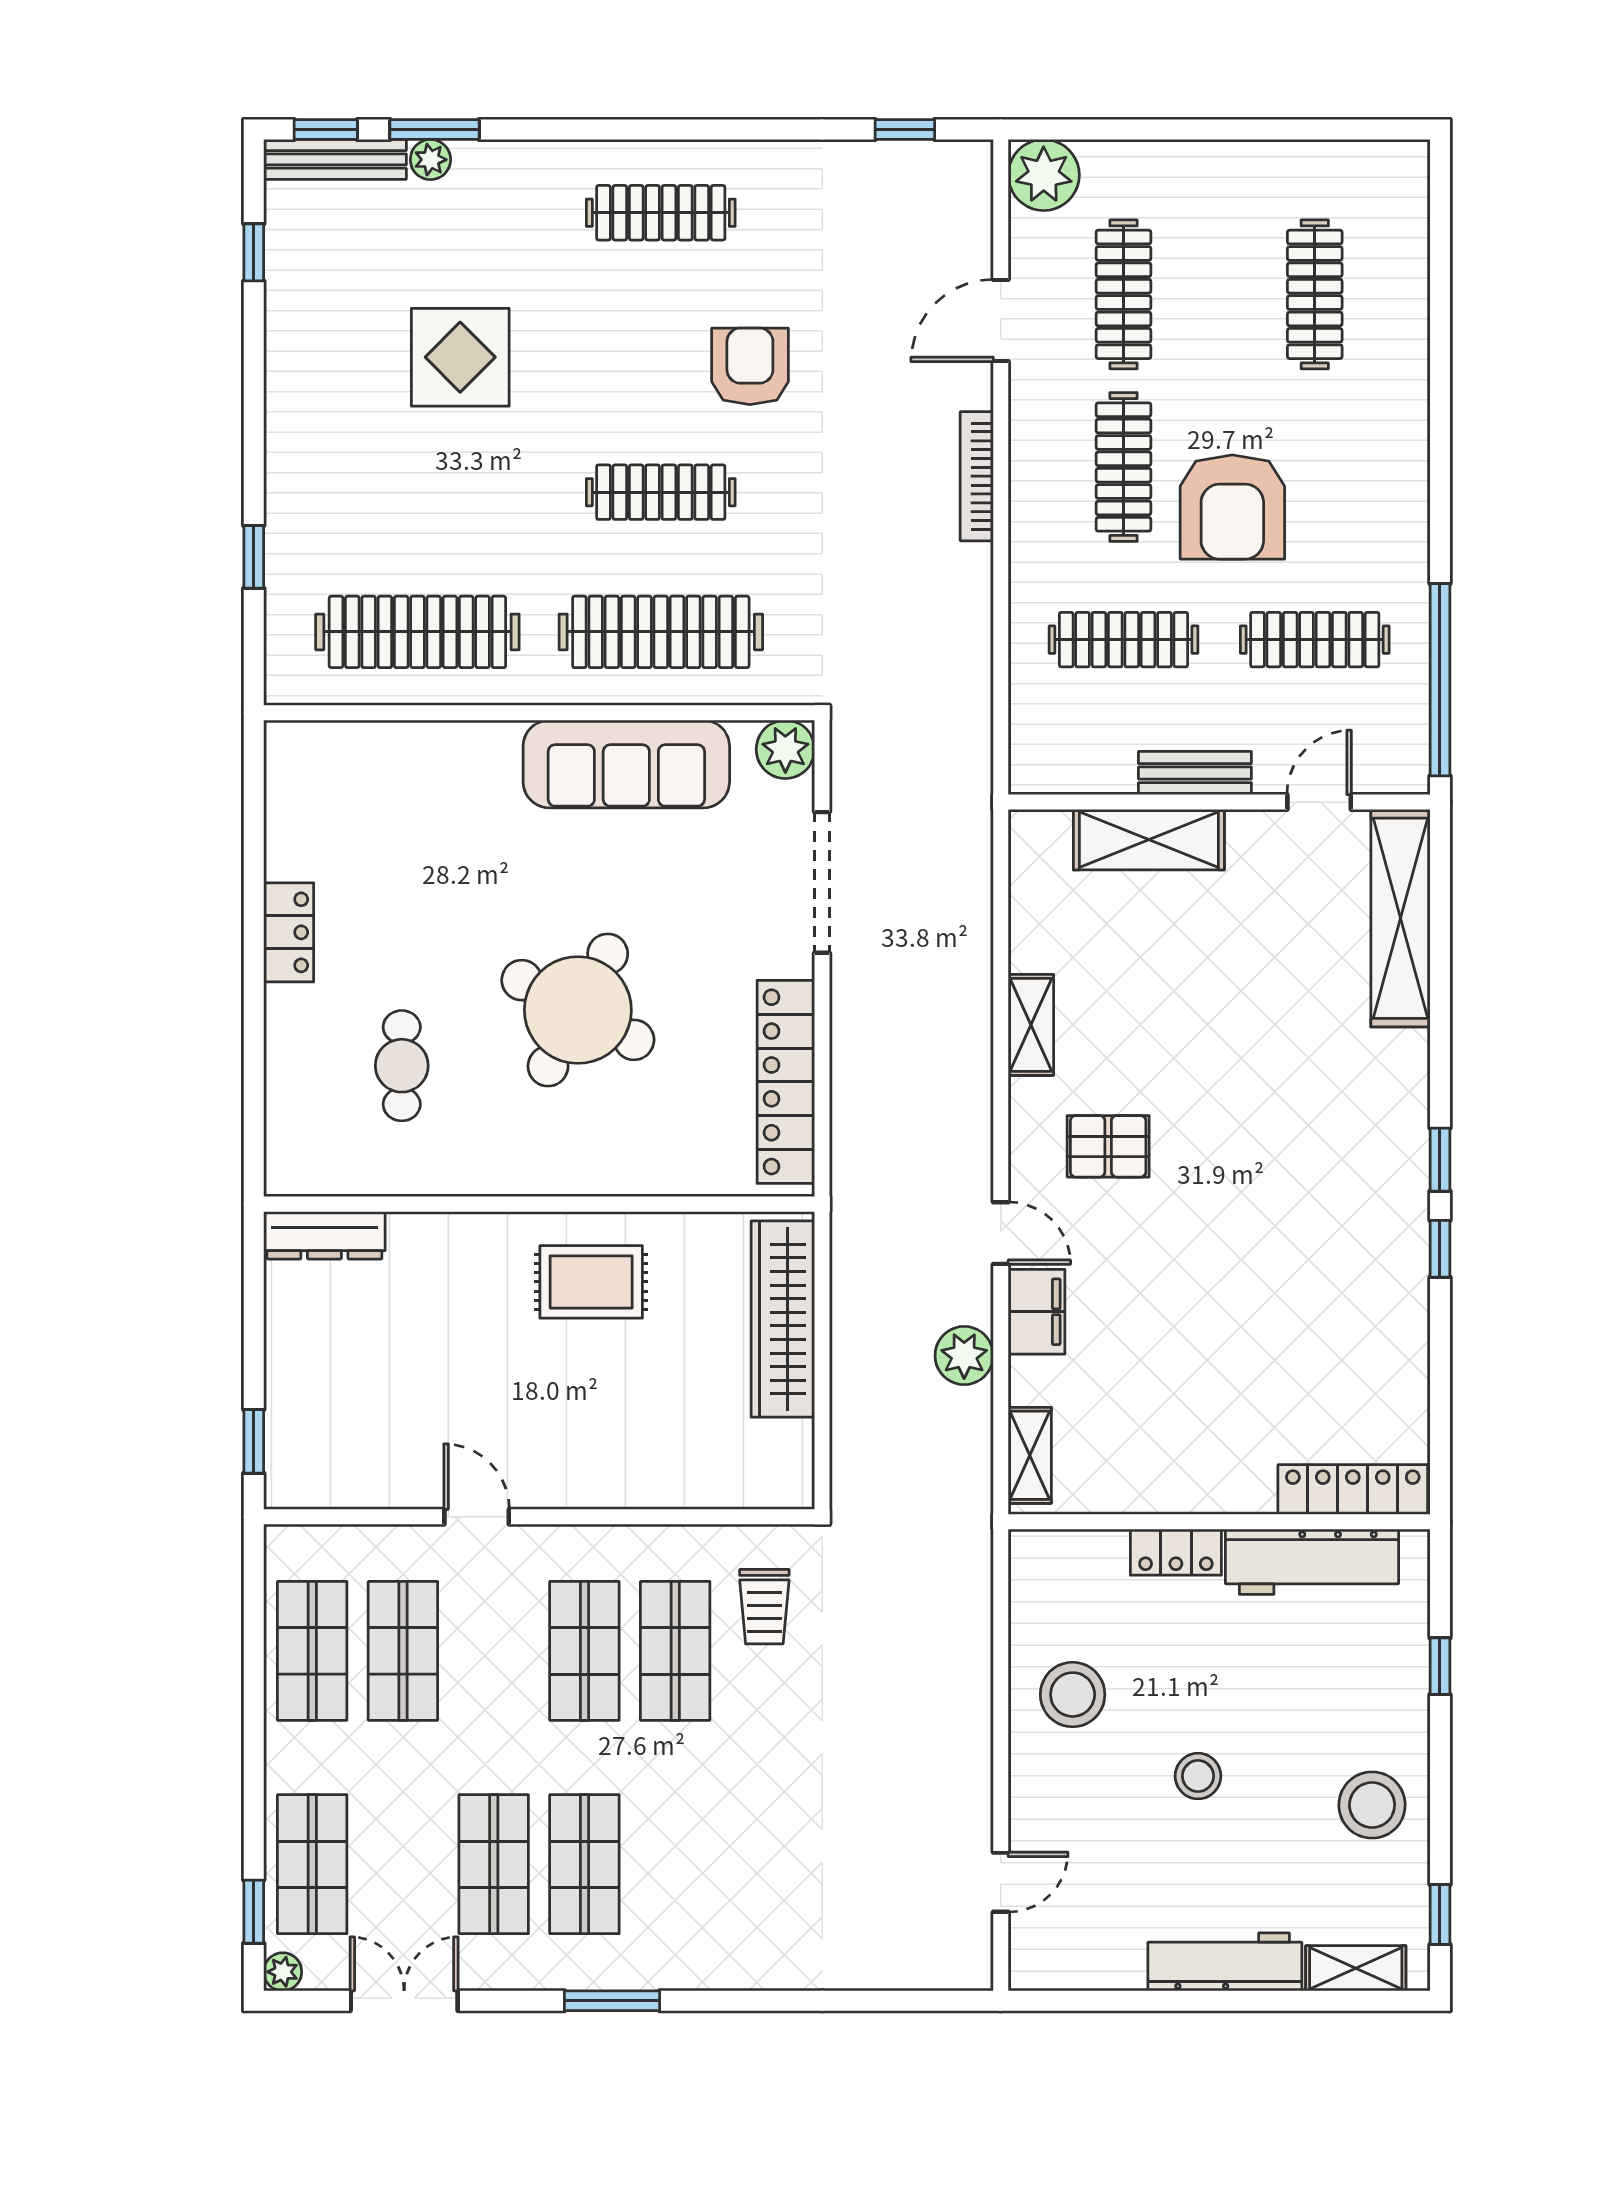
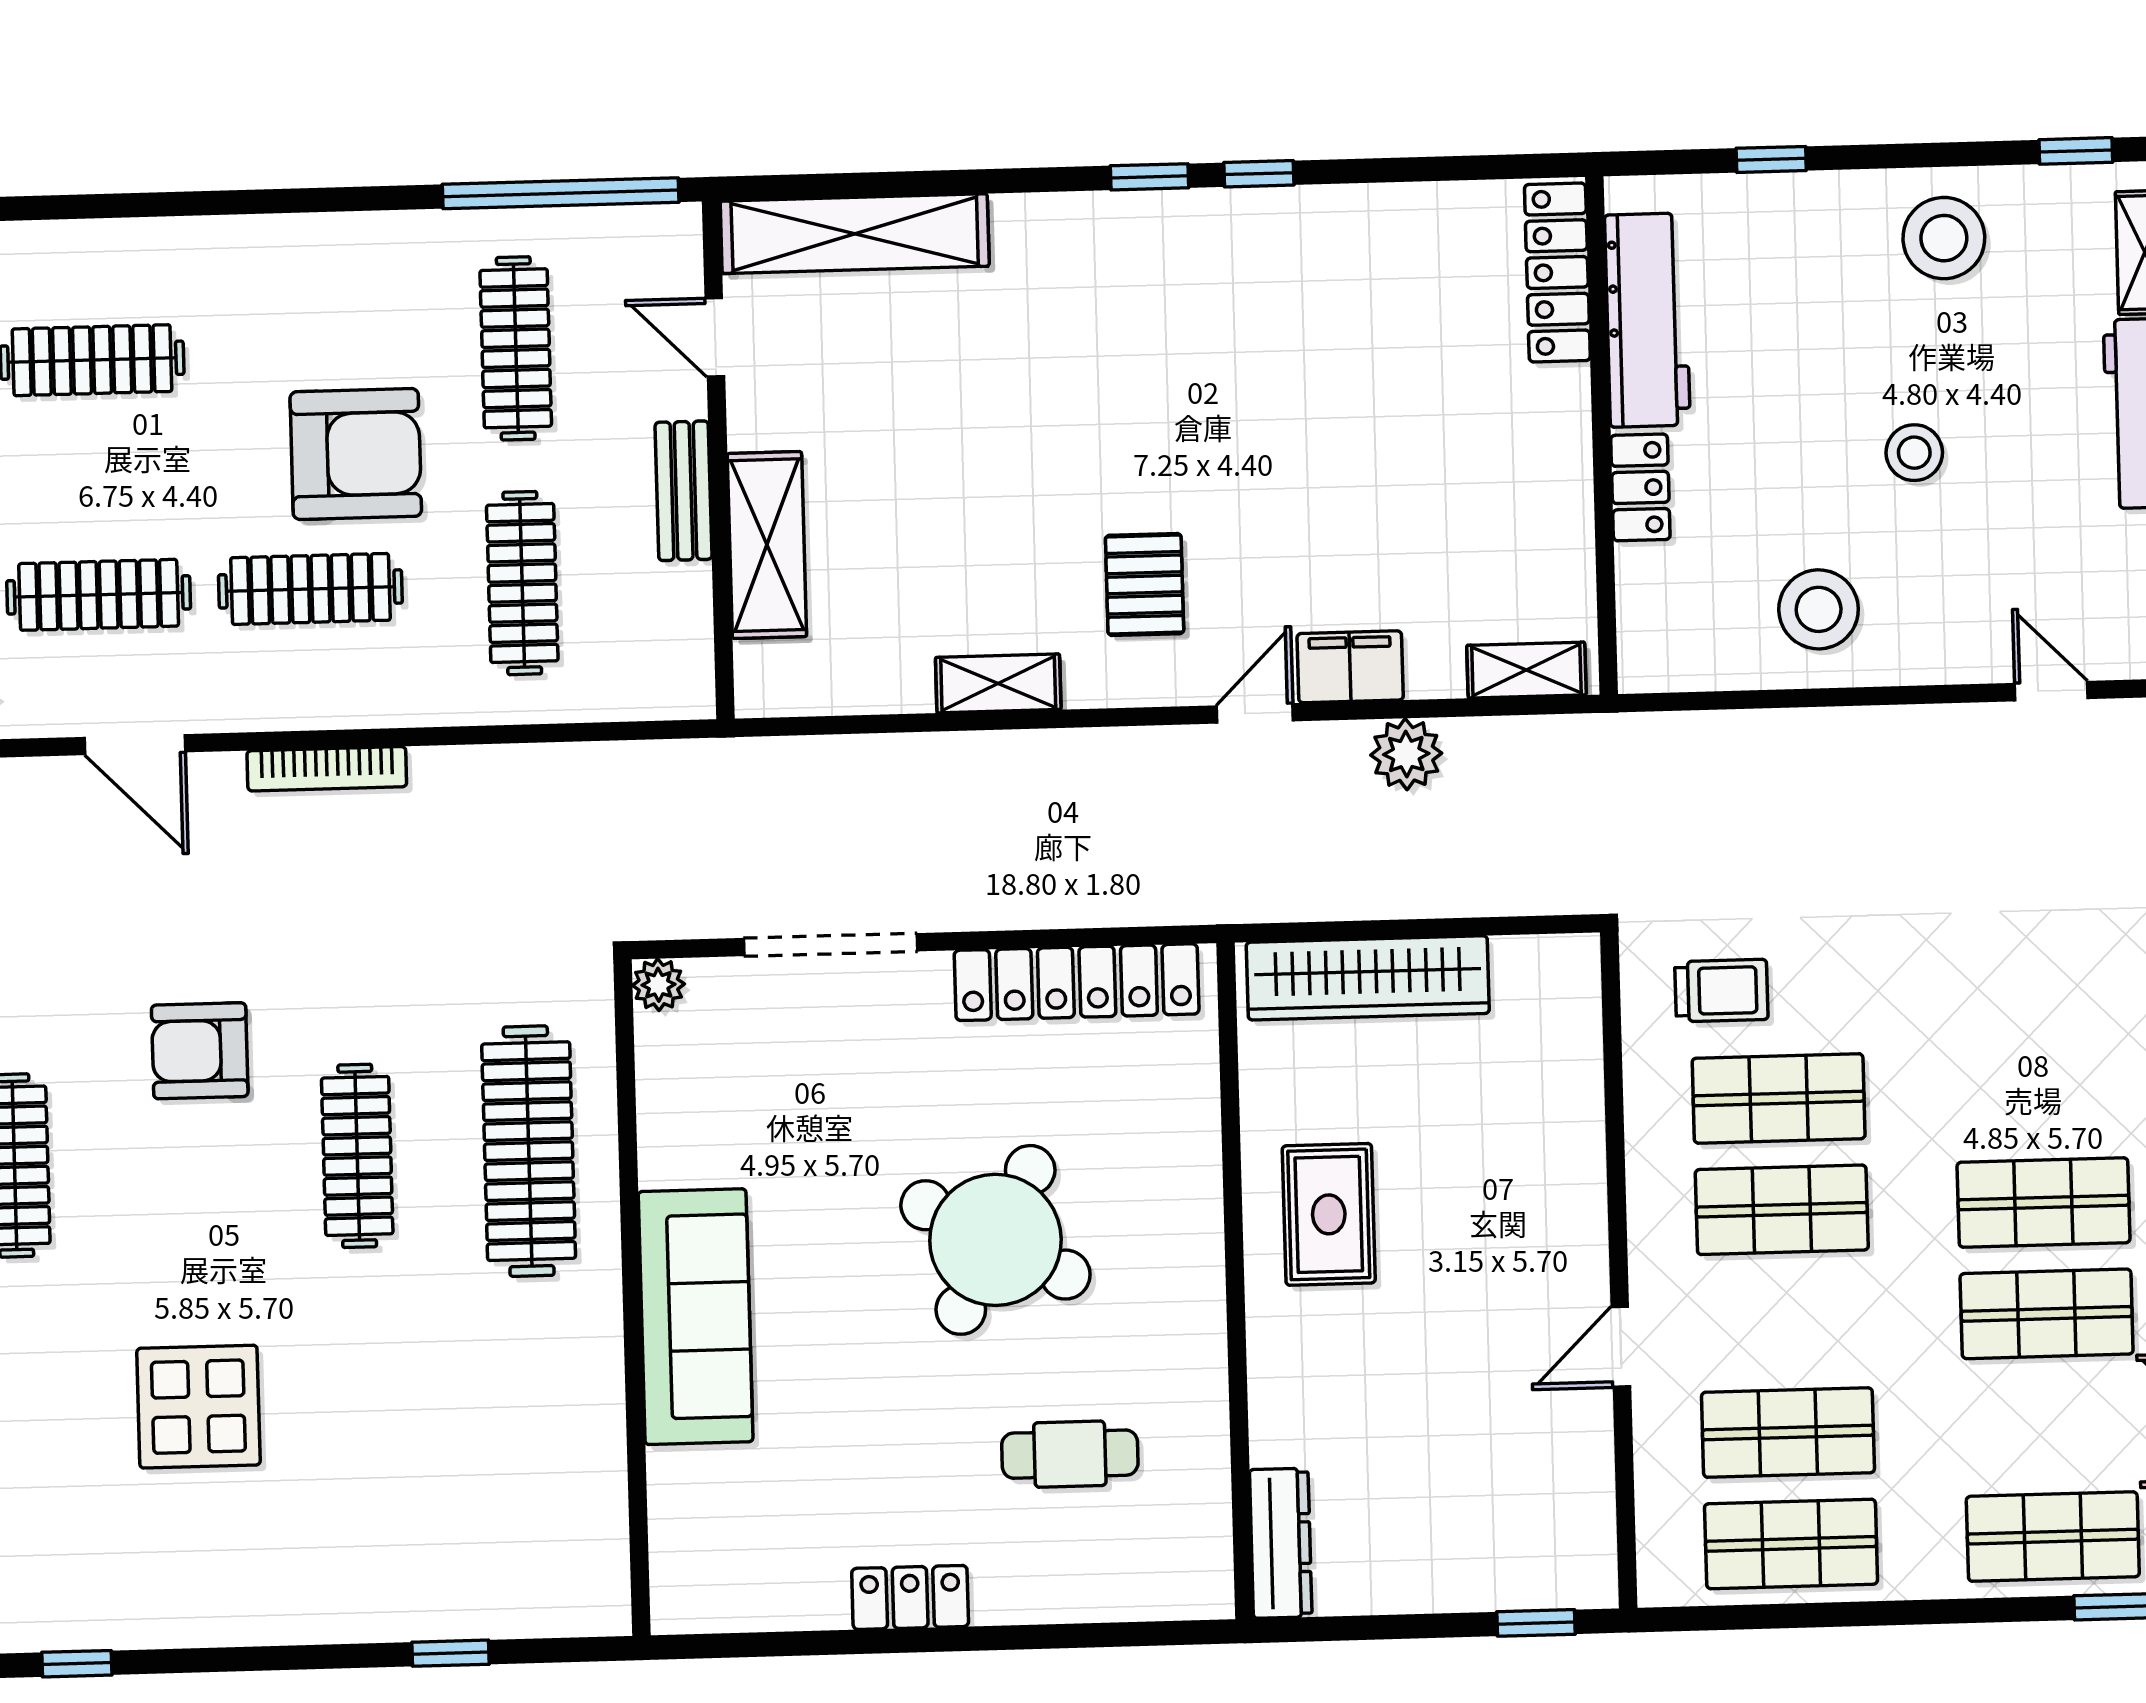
clothes rail: (417, 632) -> (537, 1450), removed
plant: (785, 749) -> (658, 985), width x0.73, depth x0.73
sofa: (626, 764) -> (696, 1317), moved

